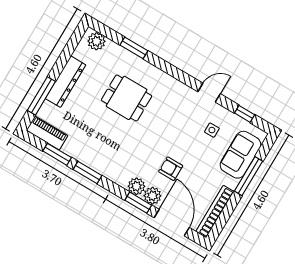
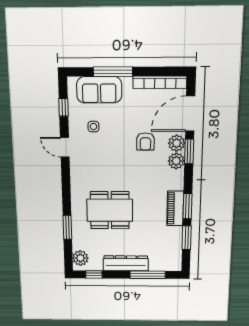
window: (72, 44) -> (94, 274), added
dining table: (127, 98) -> (110, 210), width x1.37
piano: (47, 133) -> (175, 208), moved

